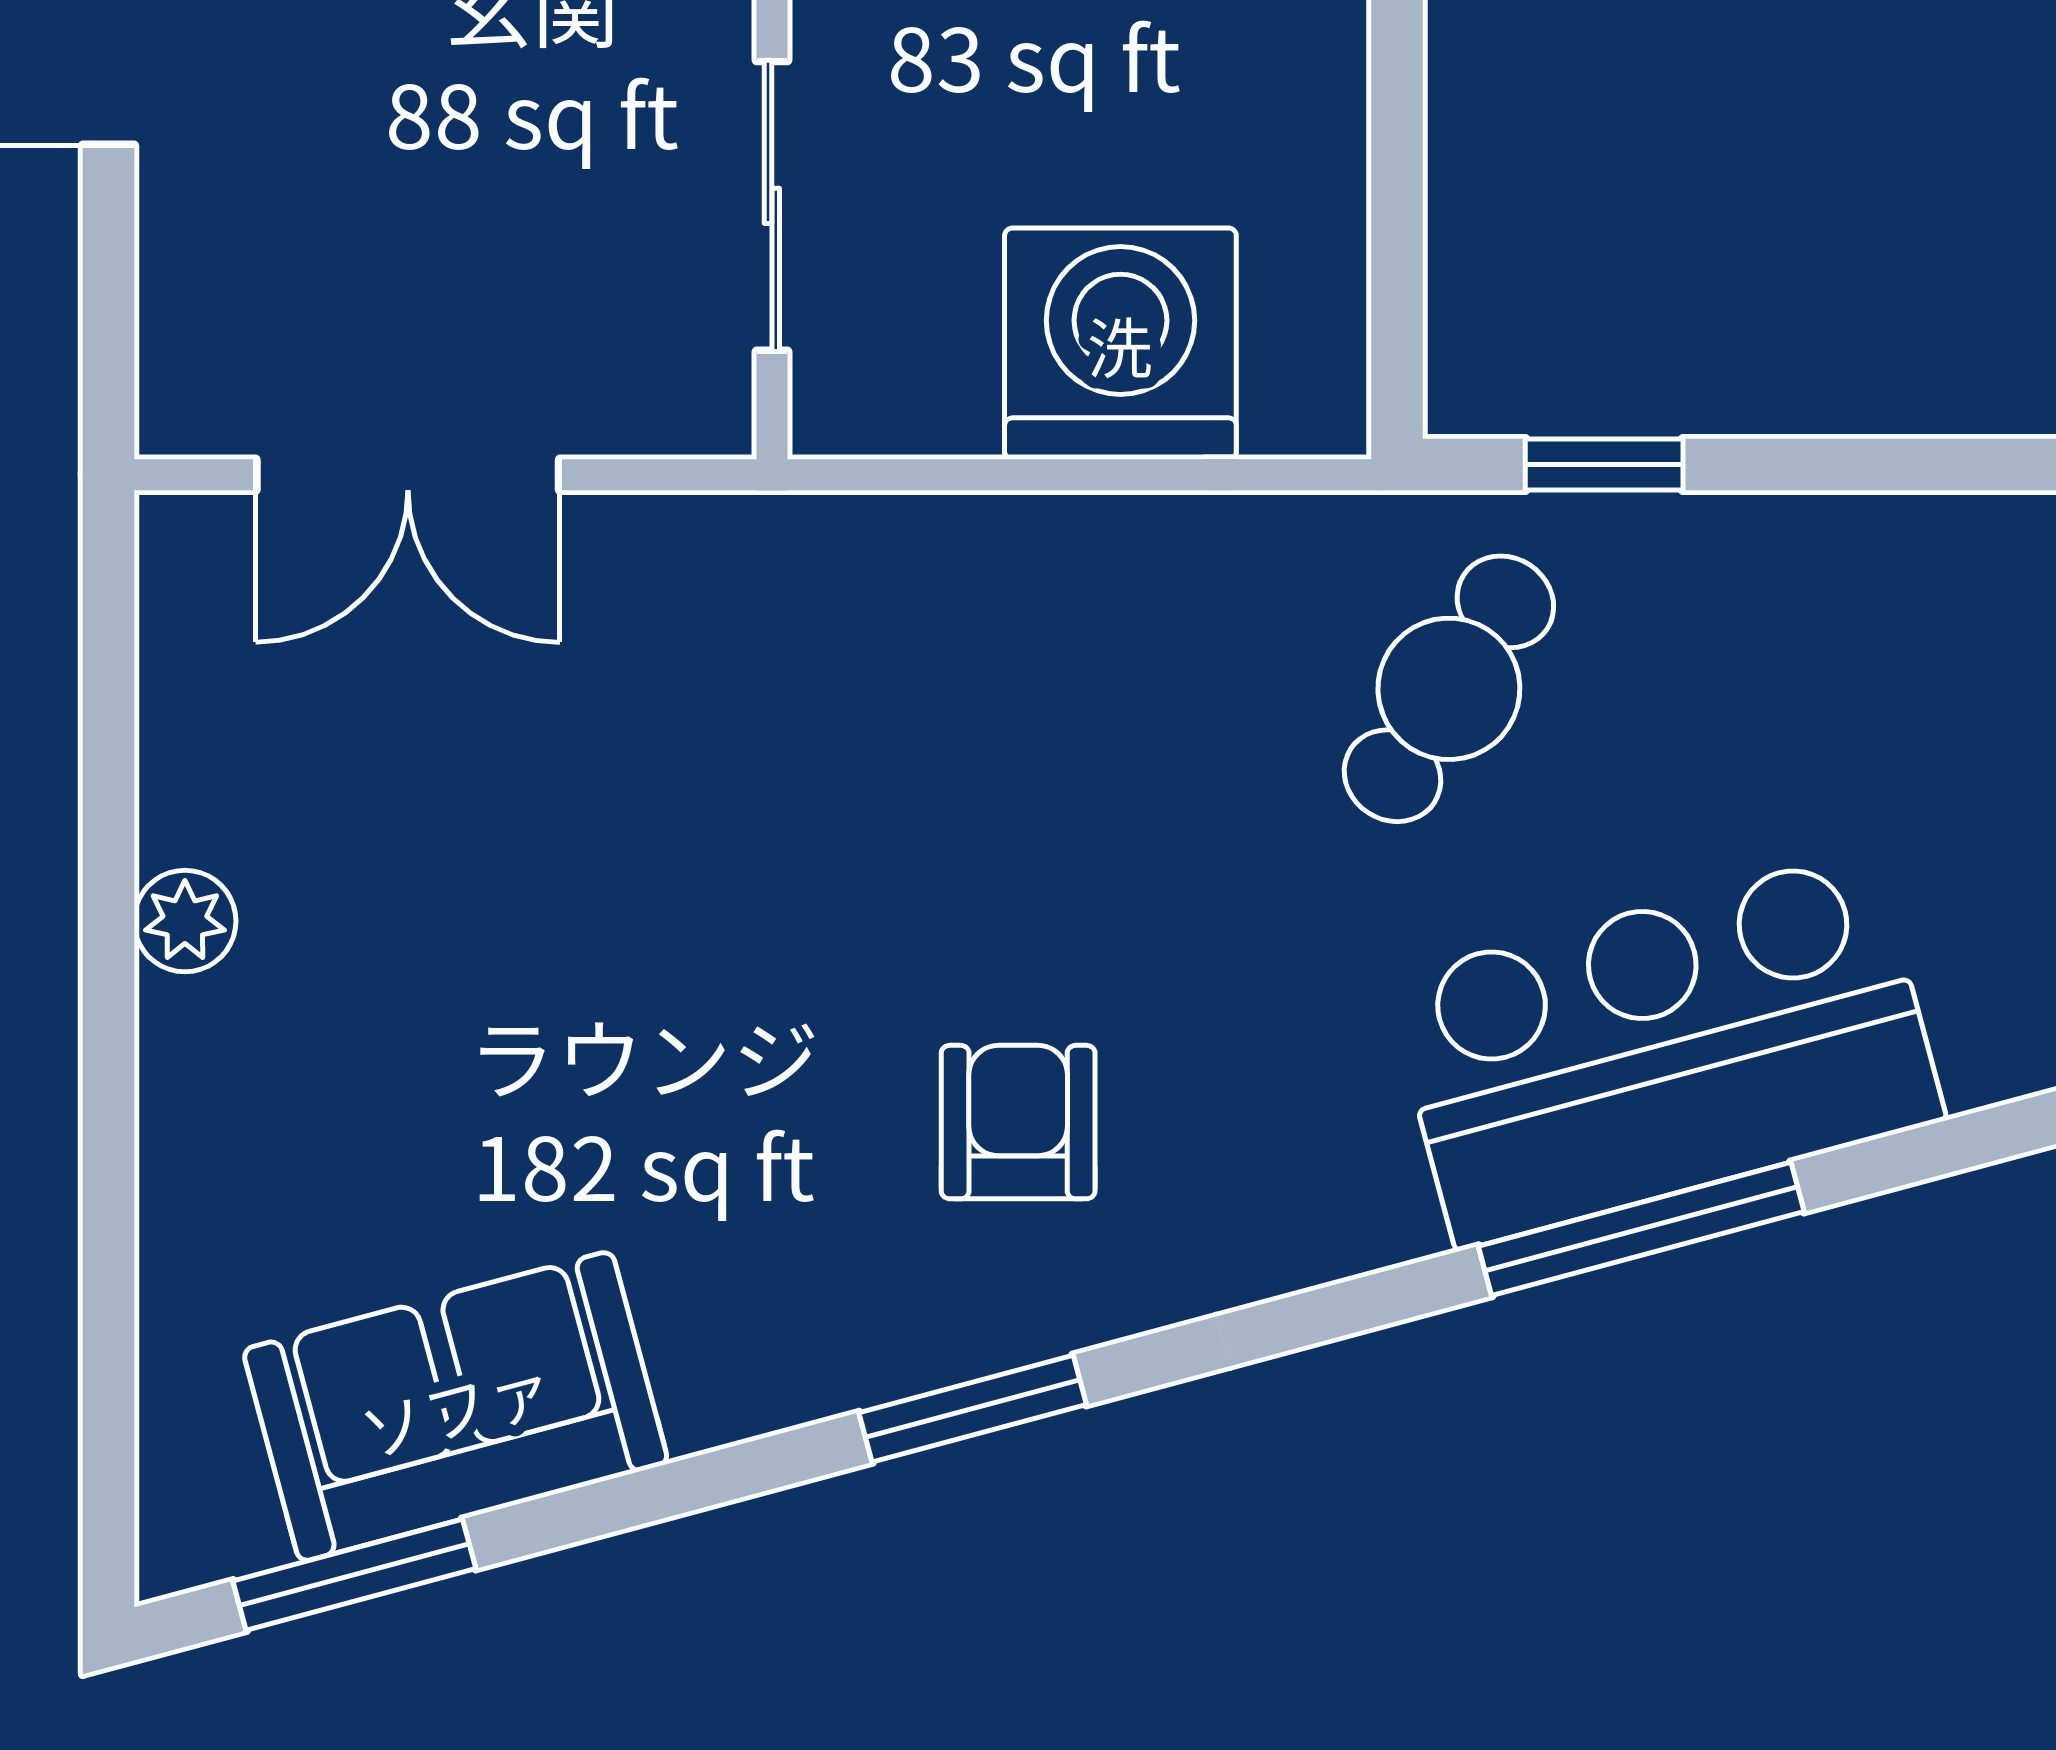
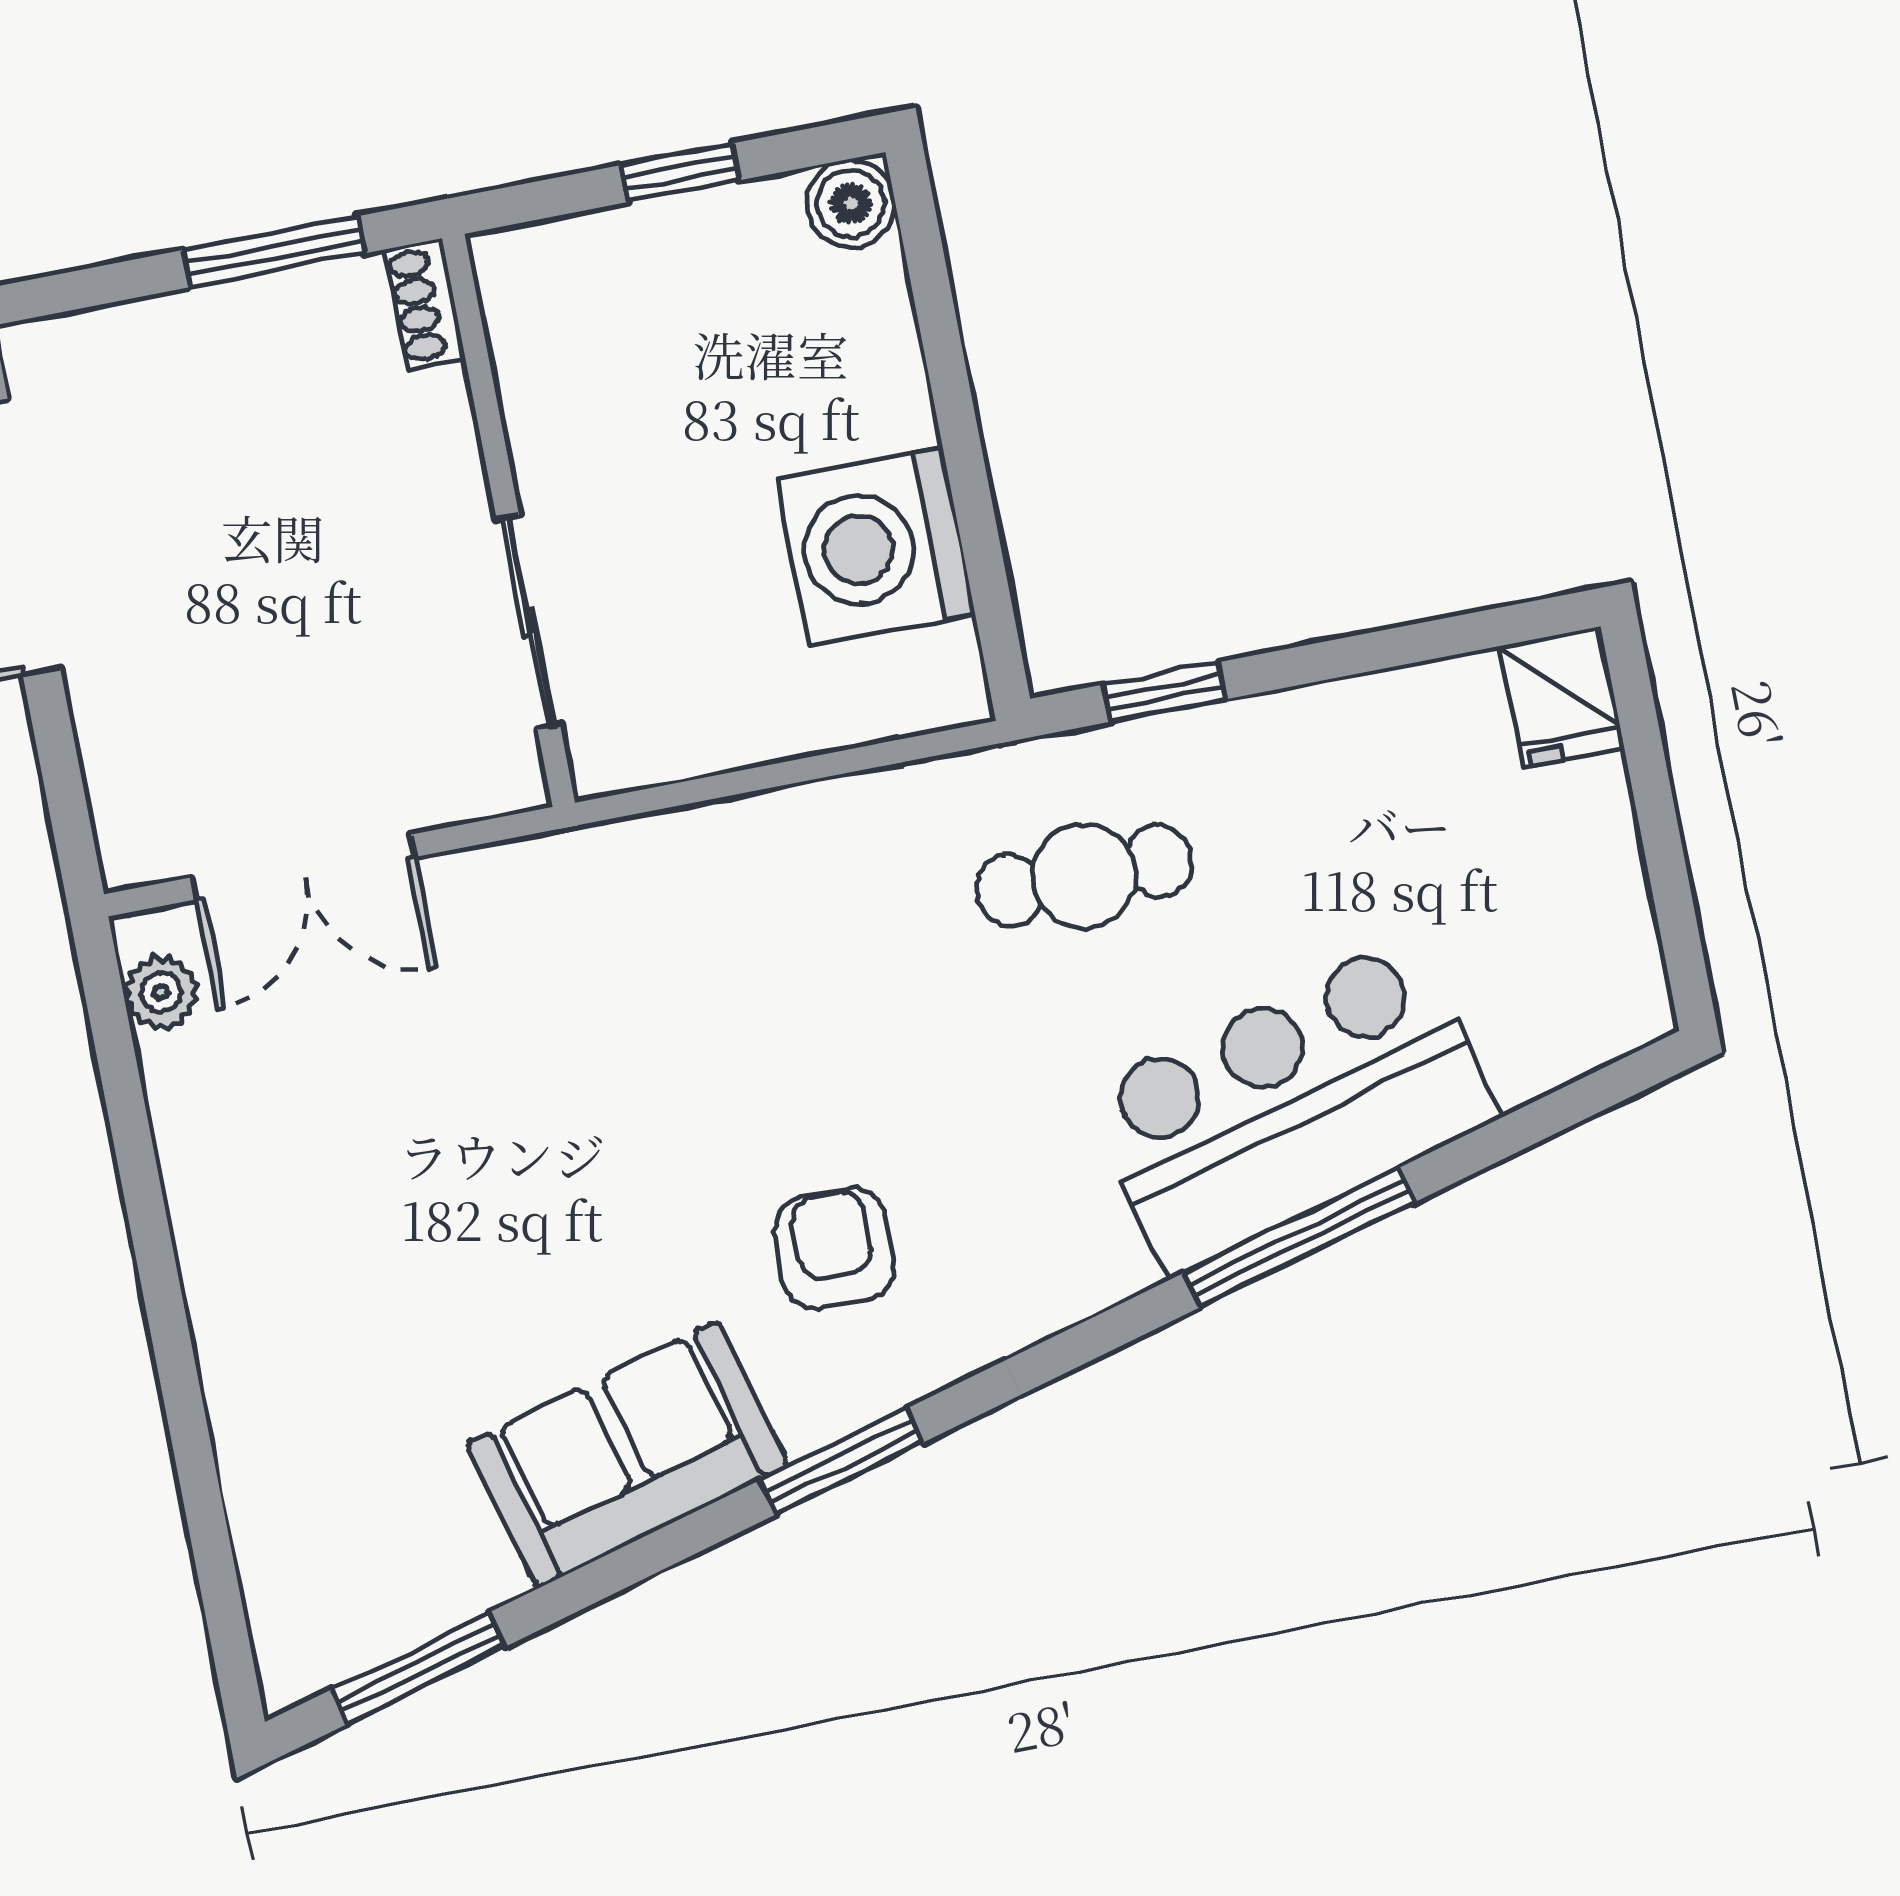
washing machine: (1120, 344) -> (876, 546), moved, turned -90
cafe table: (1449, 689) -> (1084, 876), turned 57
plant: (185, 921) -> (161, 992), moved
sofa: (456, 1406) -> (627, 1455), moved

